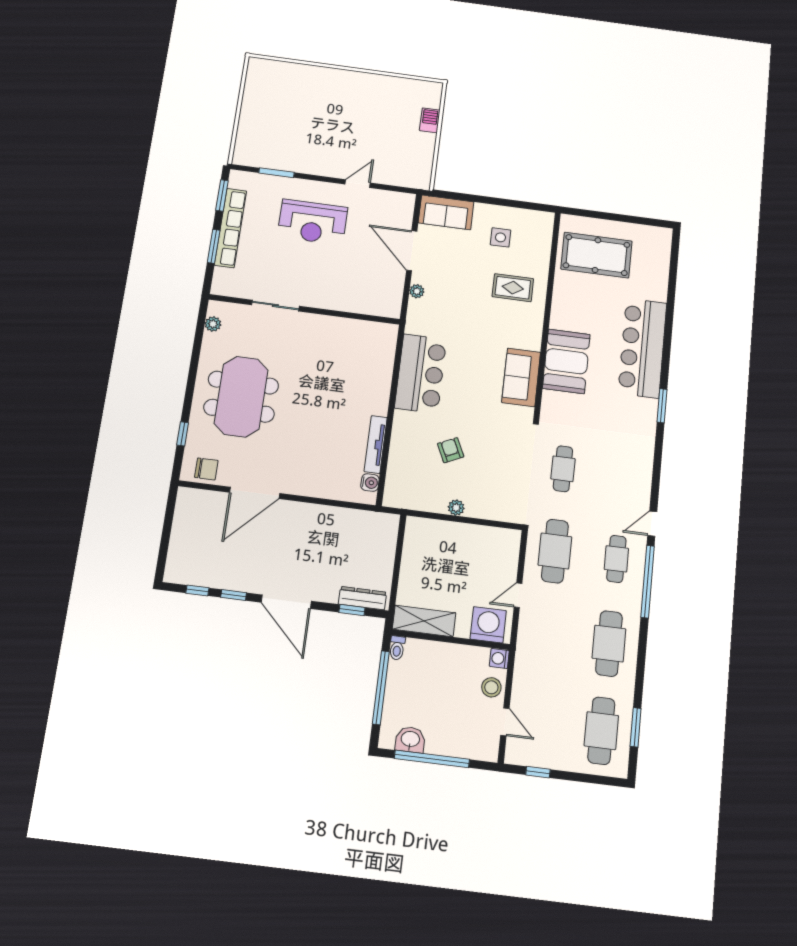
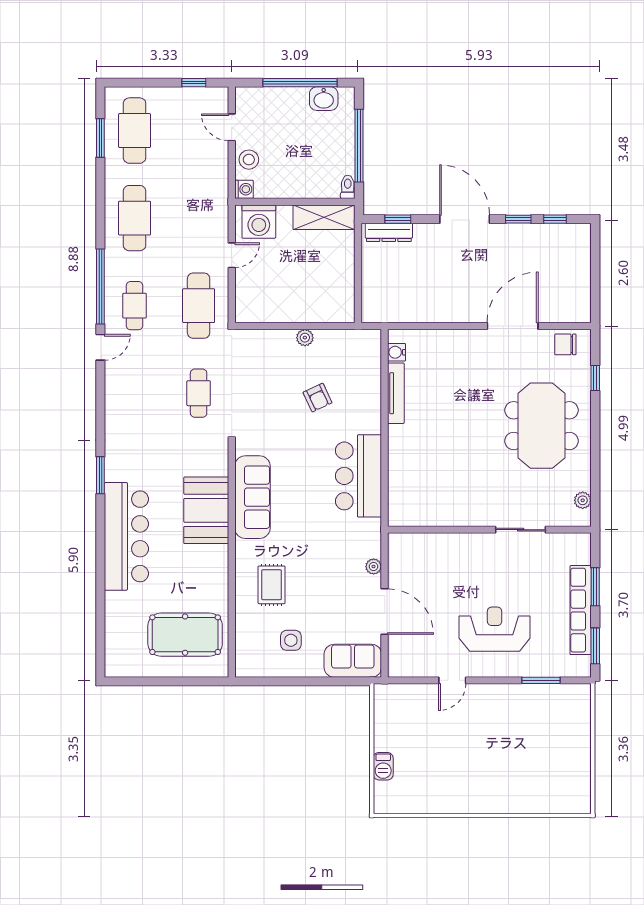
rug: (513, 288) -> (272, 585), turned 90
sofa: (521, 377) -> (252, 497), width x1.36

